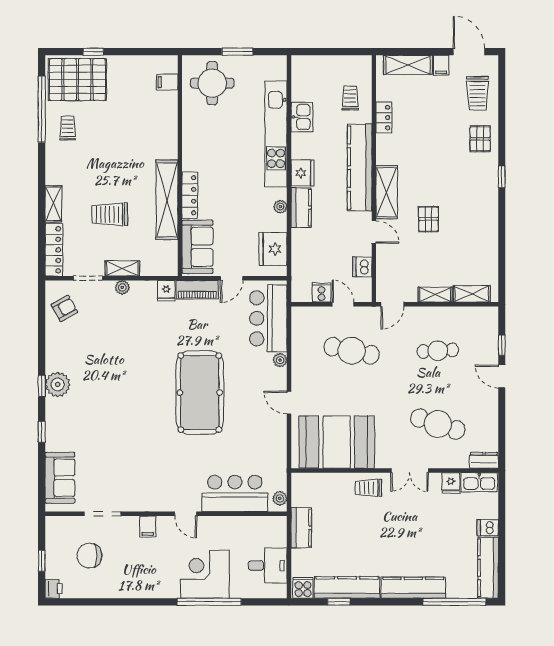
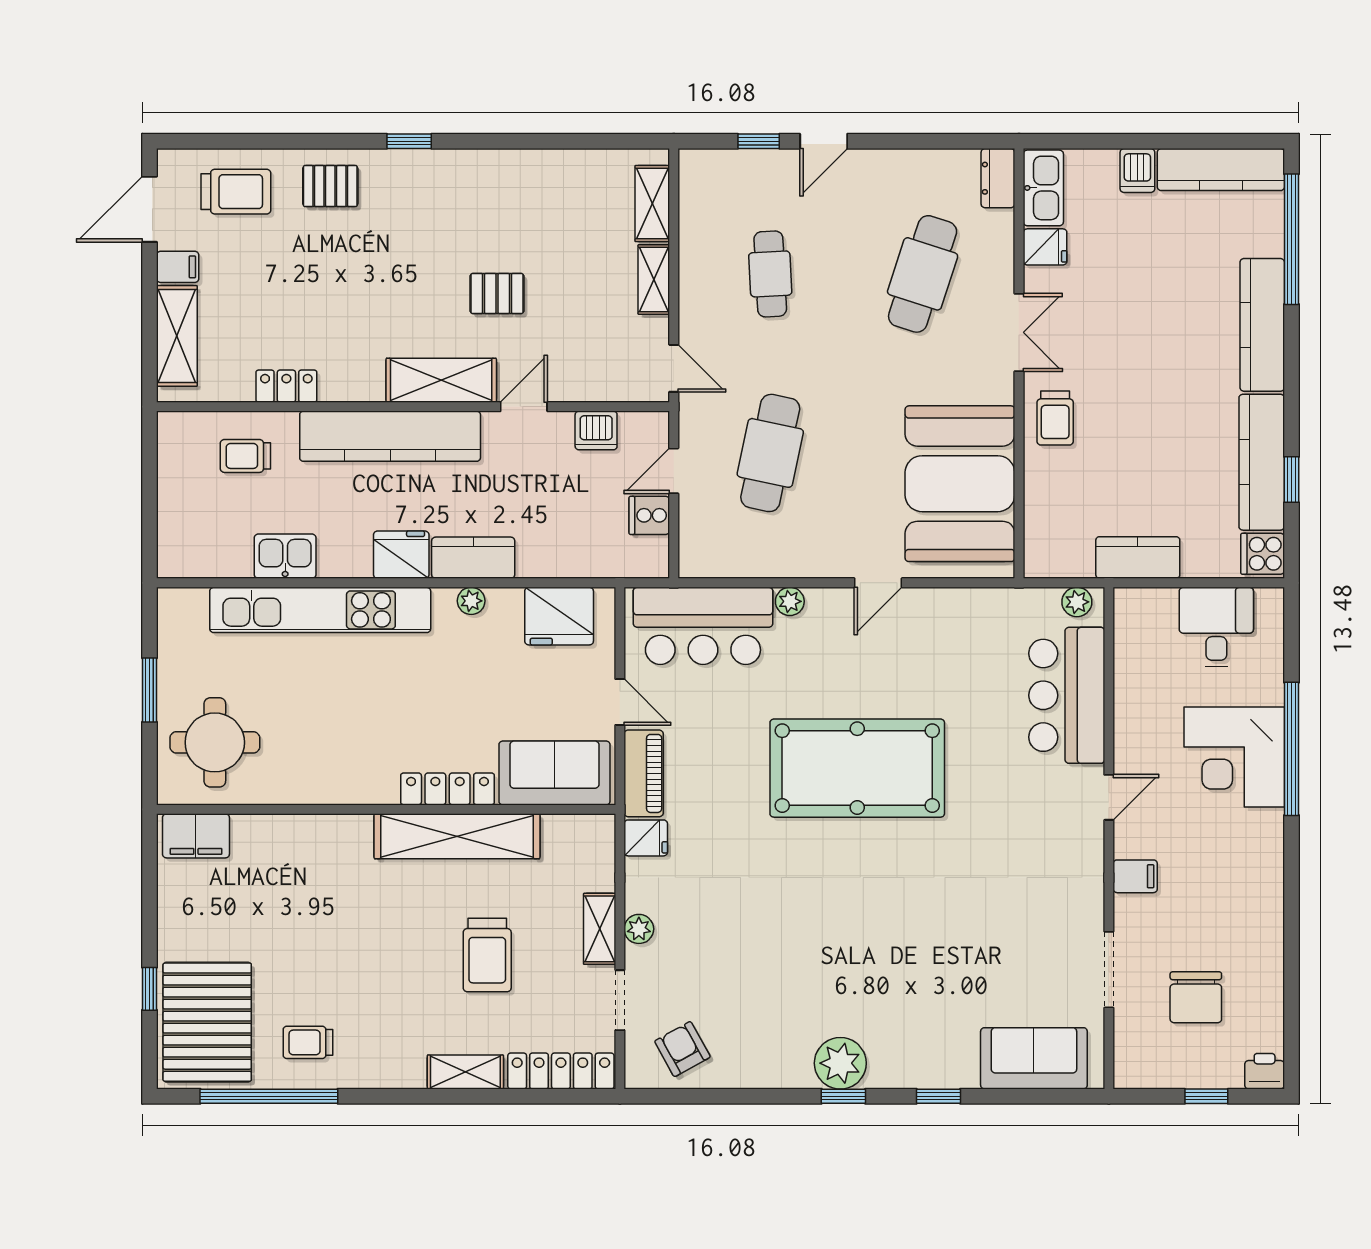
filing cabinet: (167, 82) -> (196, 836), width x2.00

